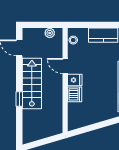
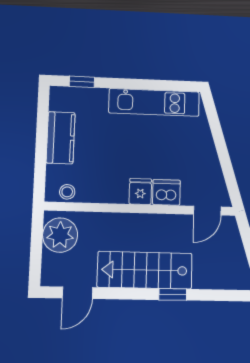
plant: (50, 33) -> (60, 235), width x1.87, depth x1.87
door: (65, 66) -> (207, 211), moved

